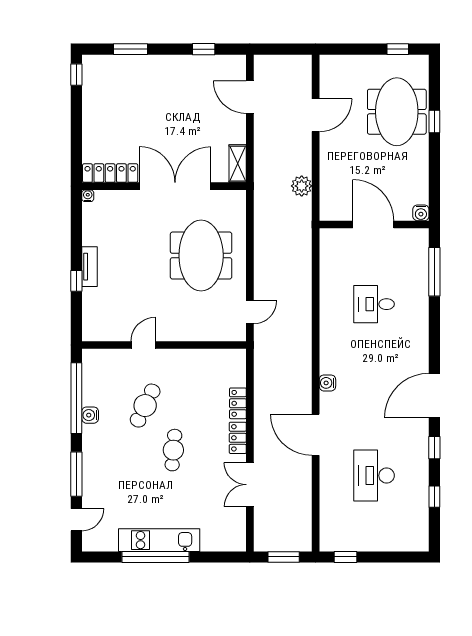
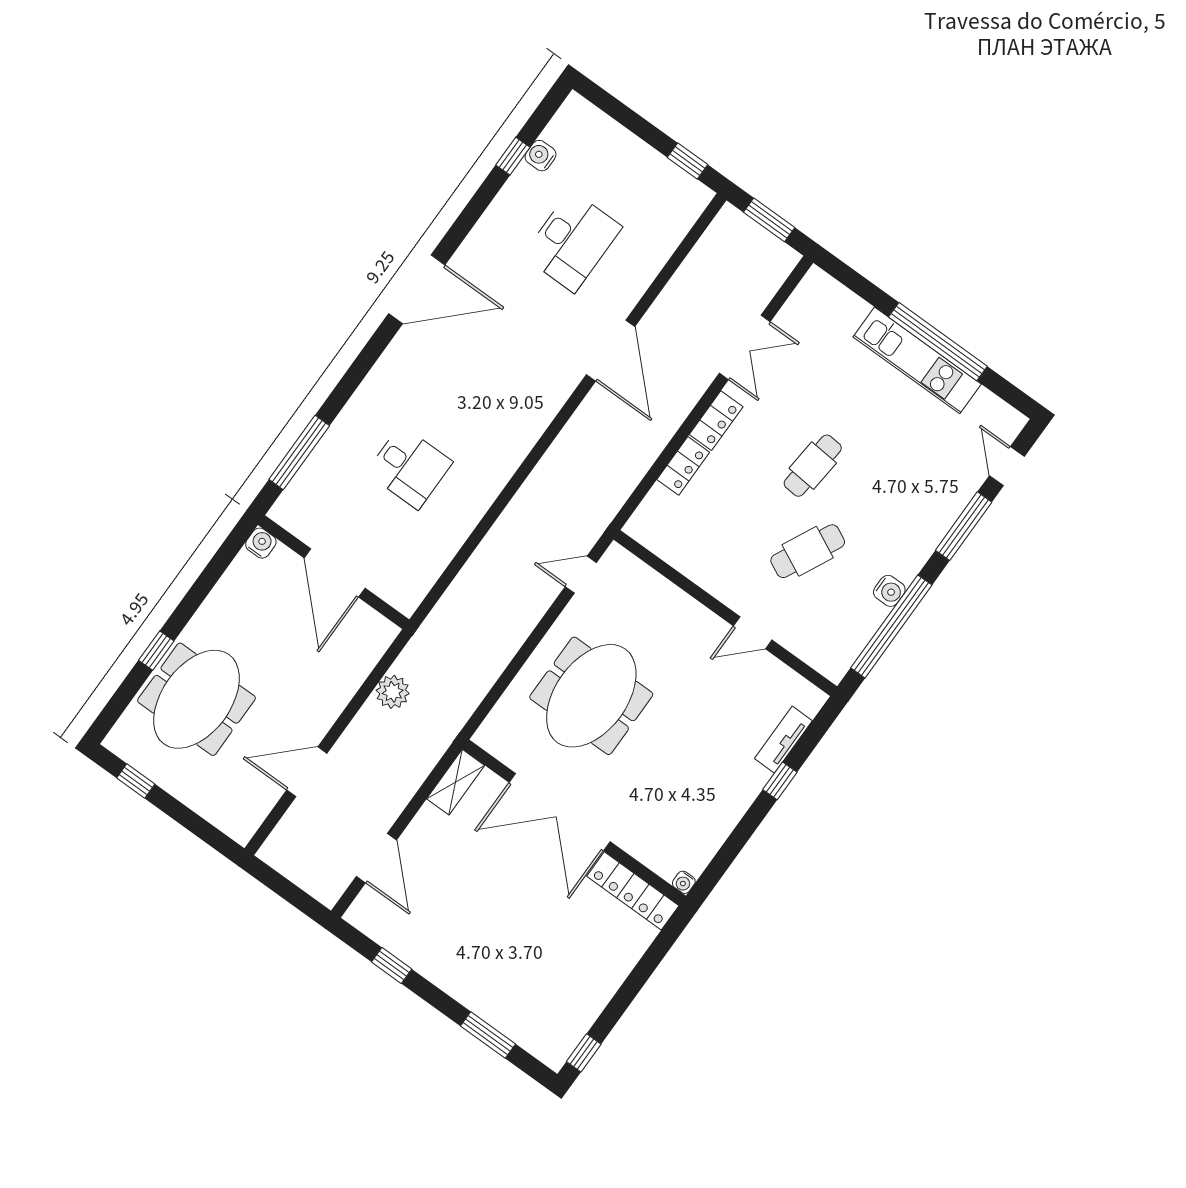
tv unit: (89, 267) -> (783, 740), moved
water cooler: (327, 383) -> (541, 156), moved, turned 180
window: (434, 448) -> (466, 221), removed
door: (76, 520) -> (1007, 466), hinge flipped

